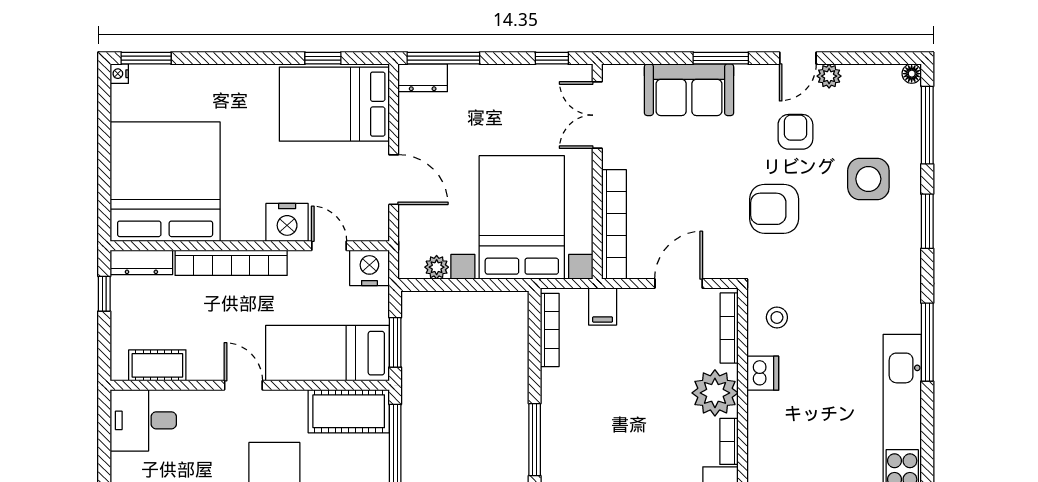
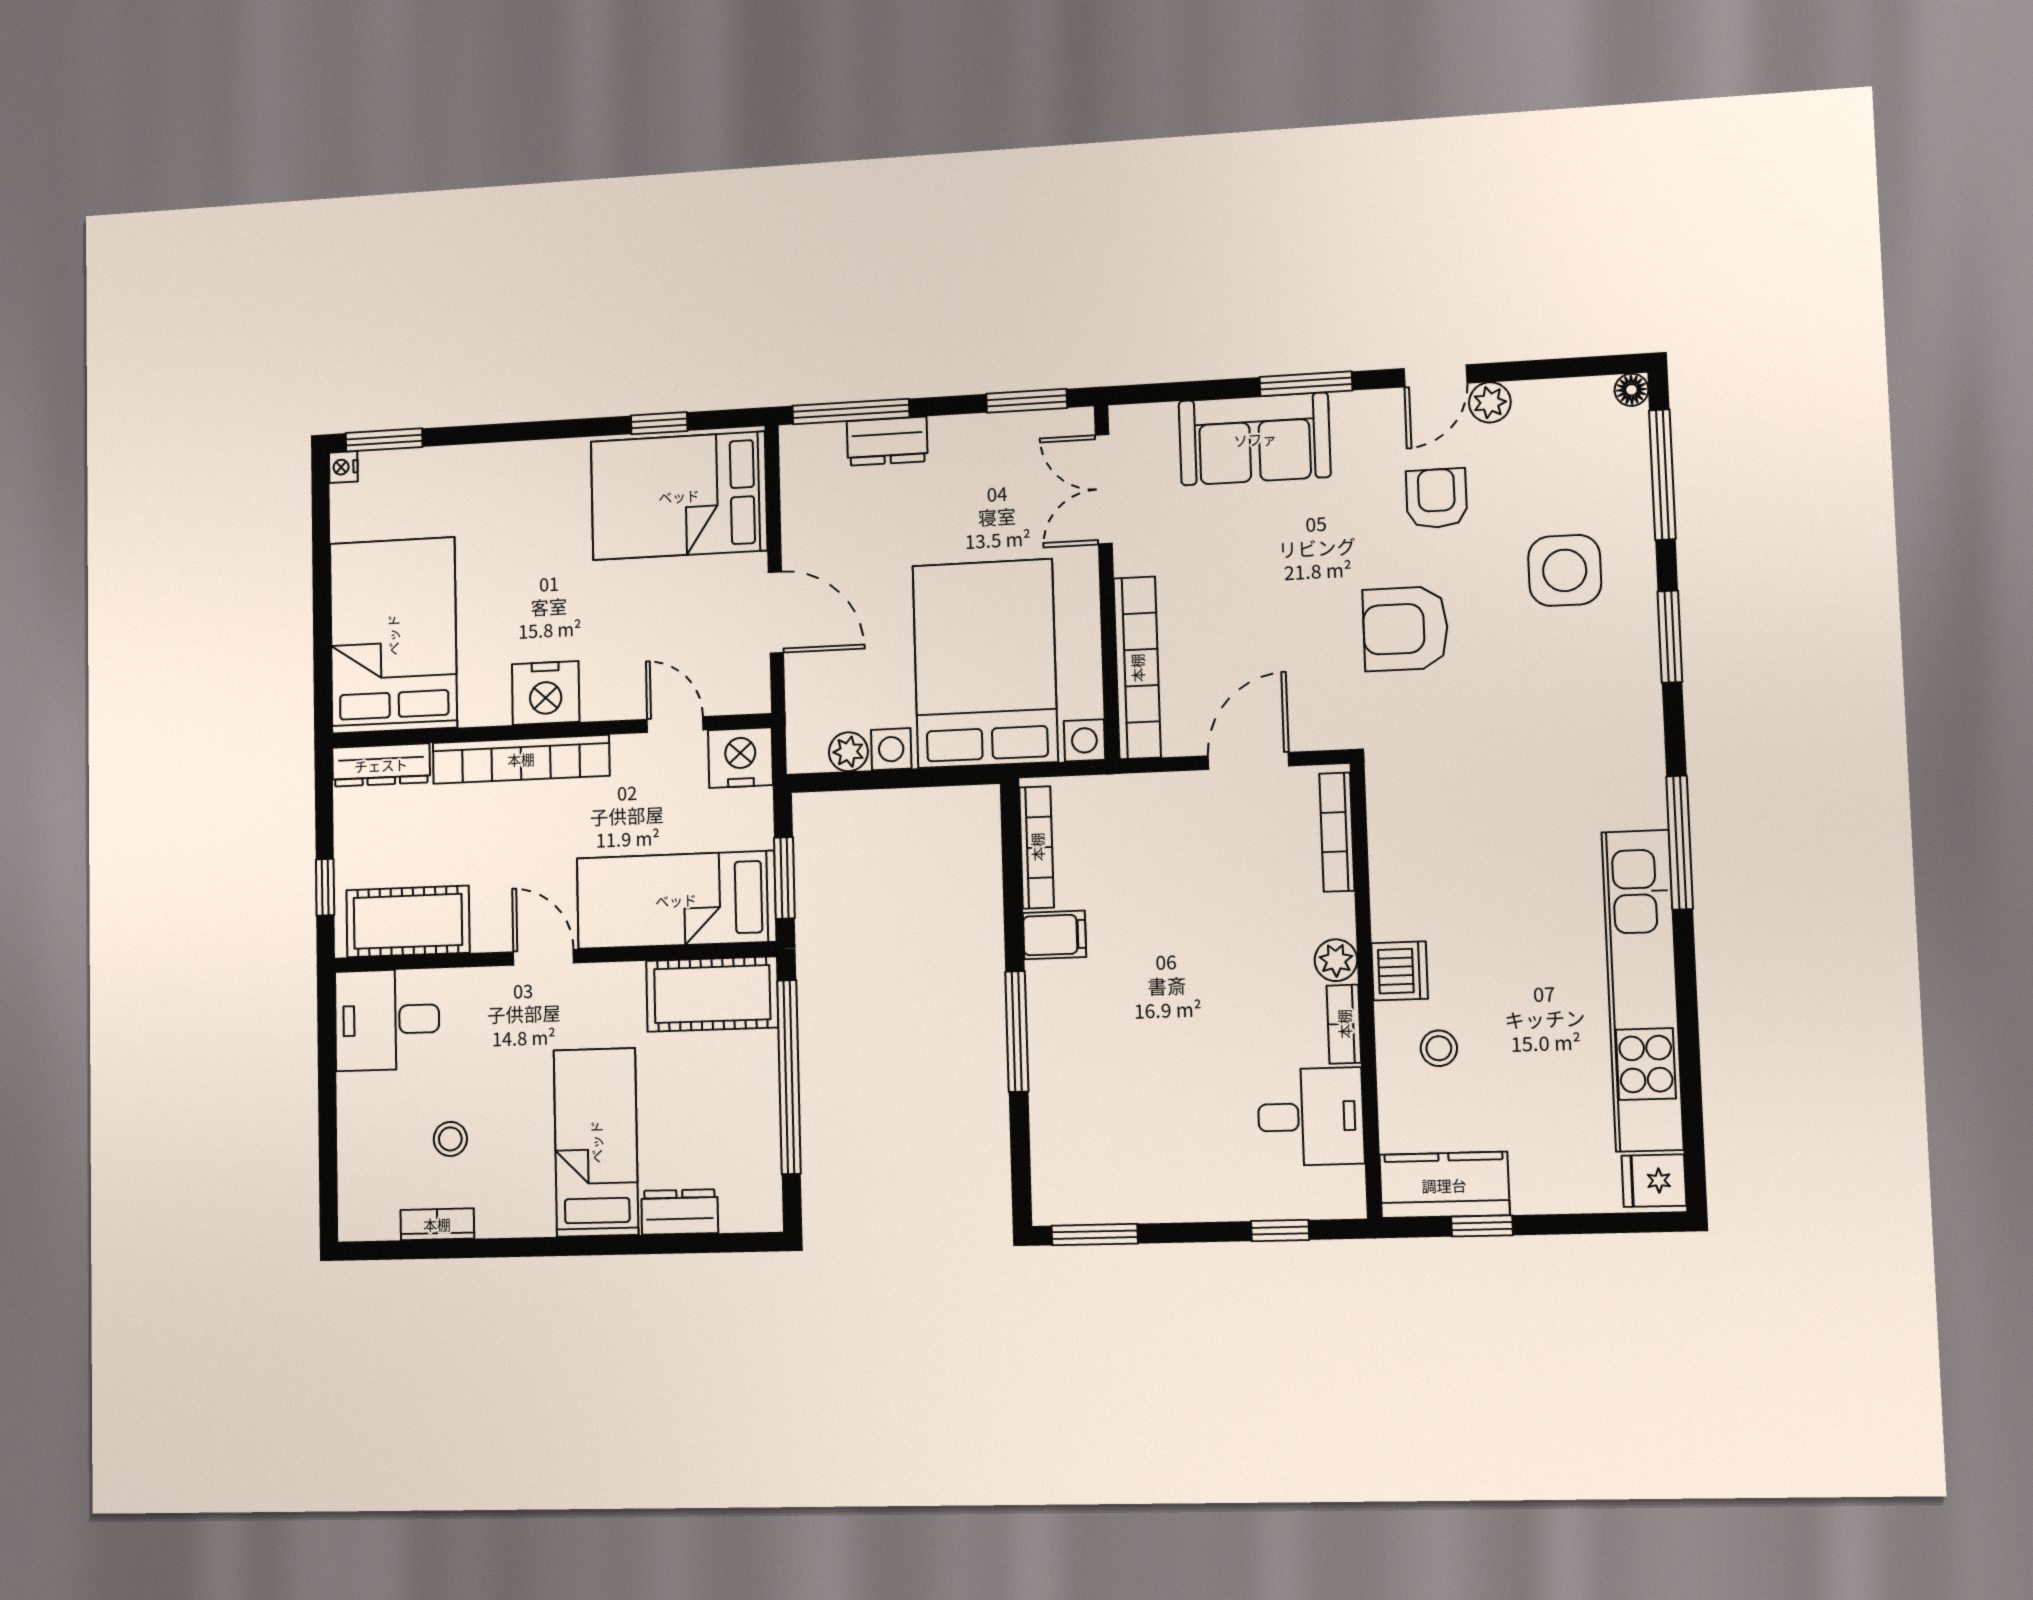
window: (552, 58) -> (1027, 401), width x1.50
dresser: (423, 78) -> (887, 441), moved
bed: (165, 182) -> (393, 635), width x0.73
nightstand: (287, 222) -> (546, 693), moved
window: (104, 294) -> (325, 887), moved
filing cabinet: (603, 306) -> (1054, 935), moved, turned -90
stool: (777, 317) -> (1439, 1048), moved
cot: (157, 365) -> (408, 921), width x1.37, depth x1.34
dishwasher: (763, 373) -> (1400, 971), moved
plant: (715, 393) -> (1336, 960), width x0.53, depth x0.53

